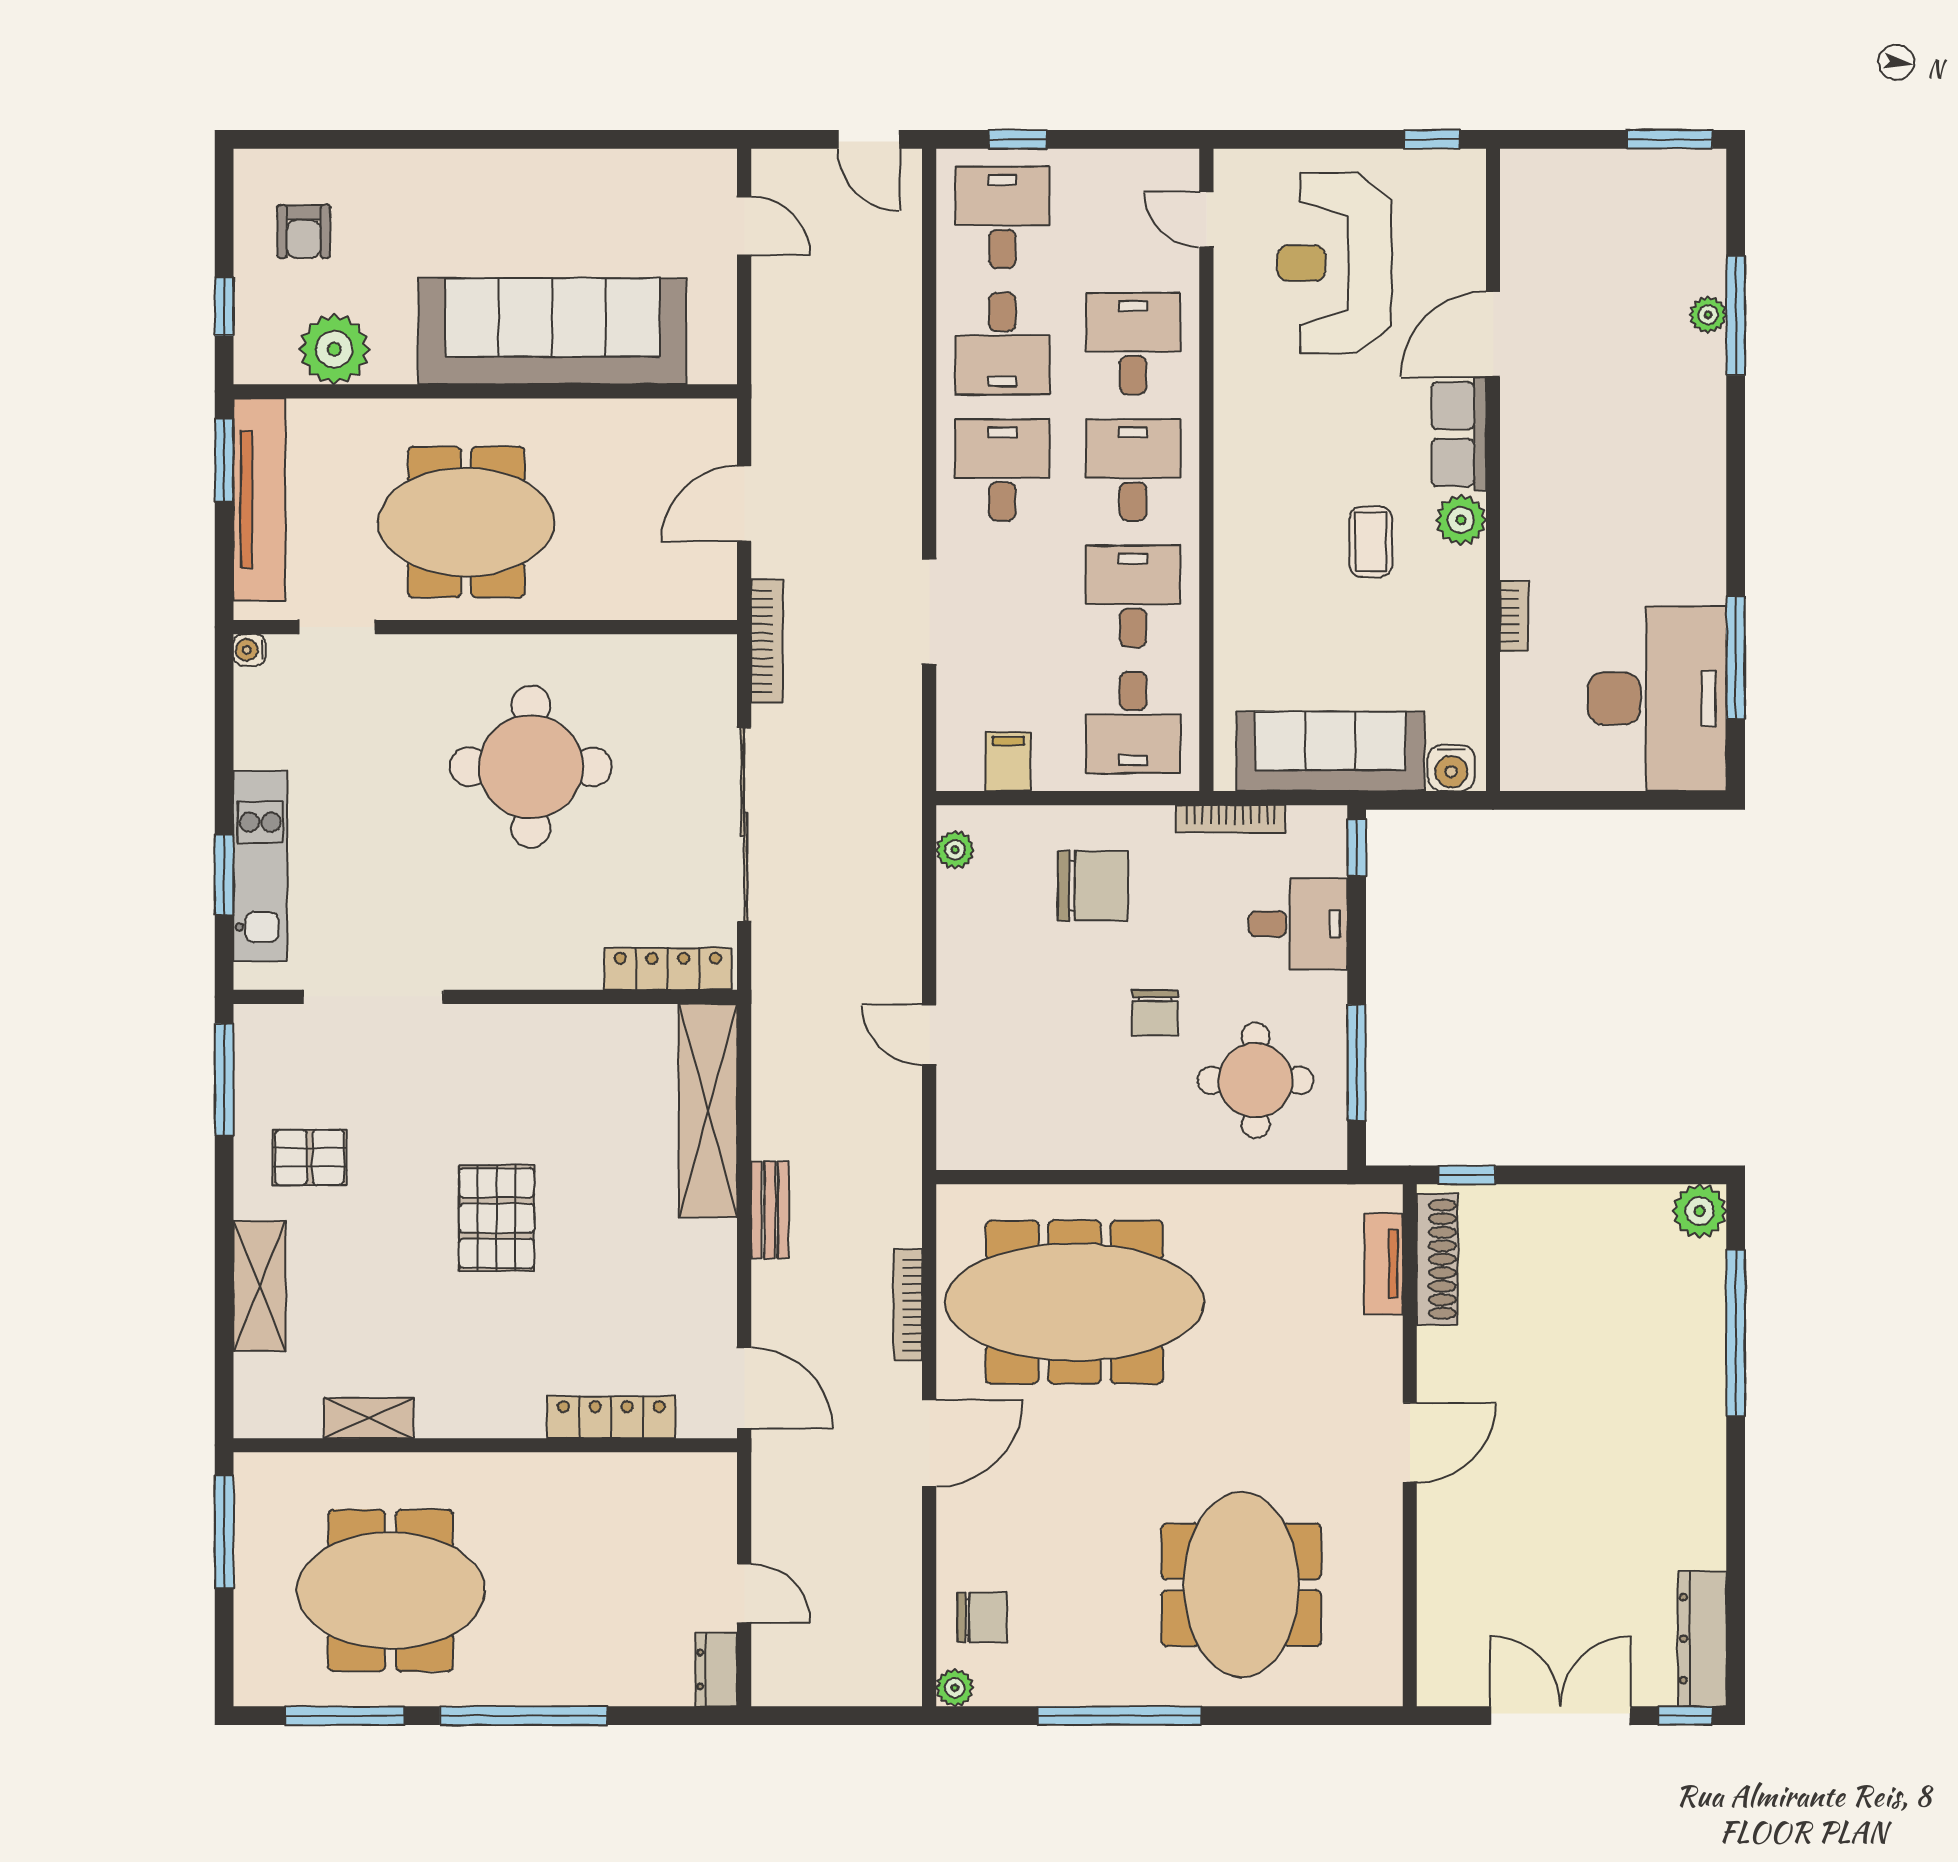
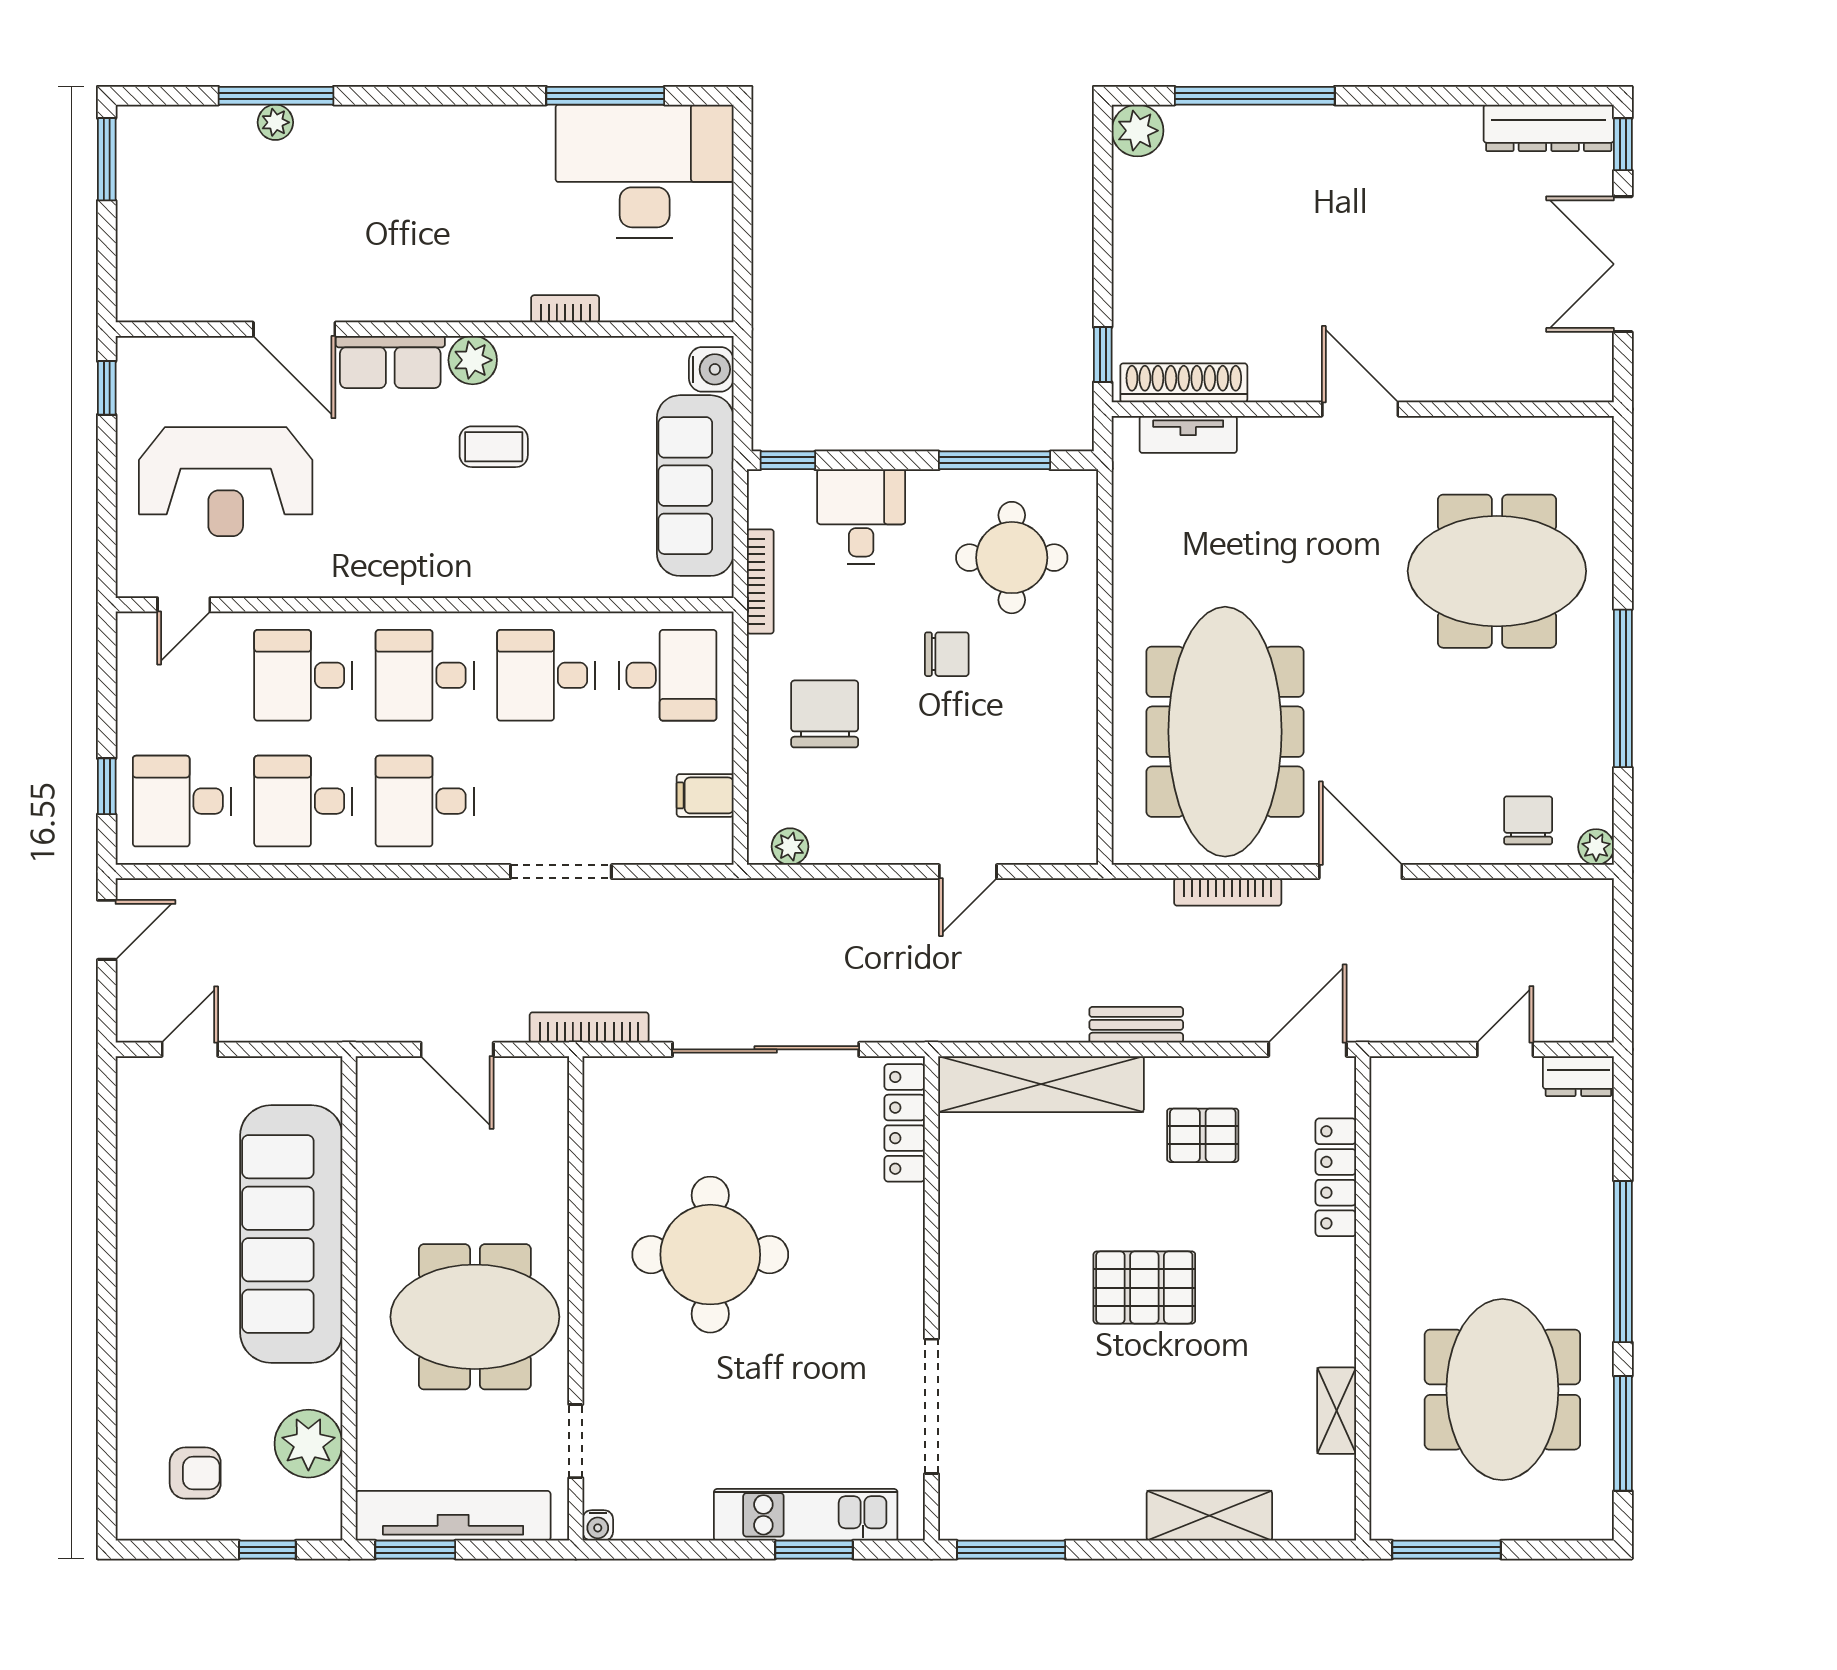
desk: (1002, 344) -> (303, 801), turned 180
meeting table: (466, 522) -> (475, 1317), turned 90
pallet: (310, 1157) -> (1203, 1135), moved, turned 90

